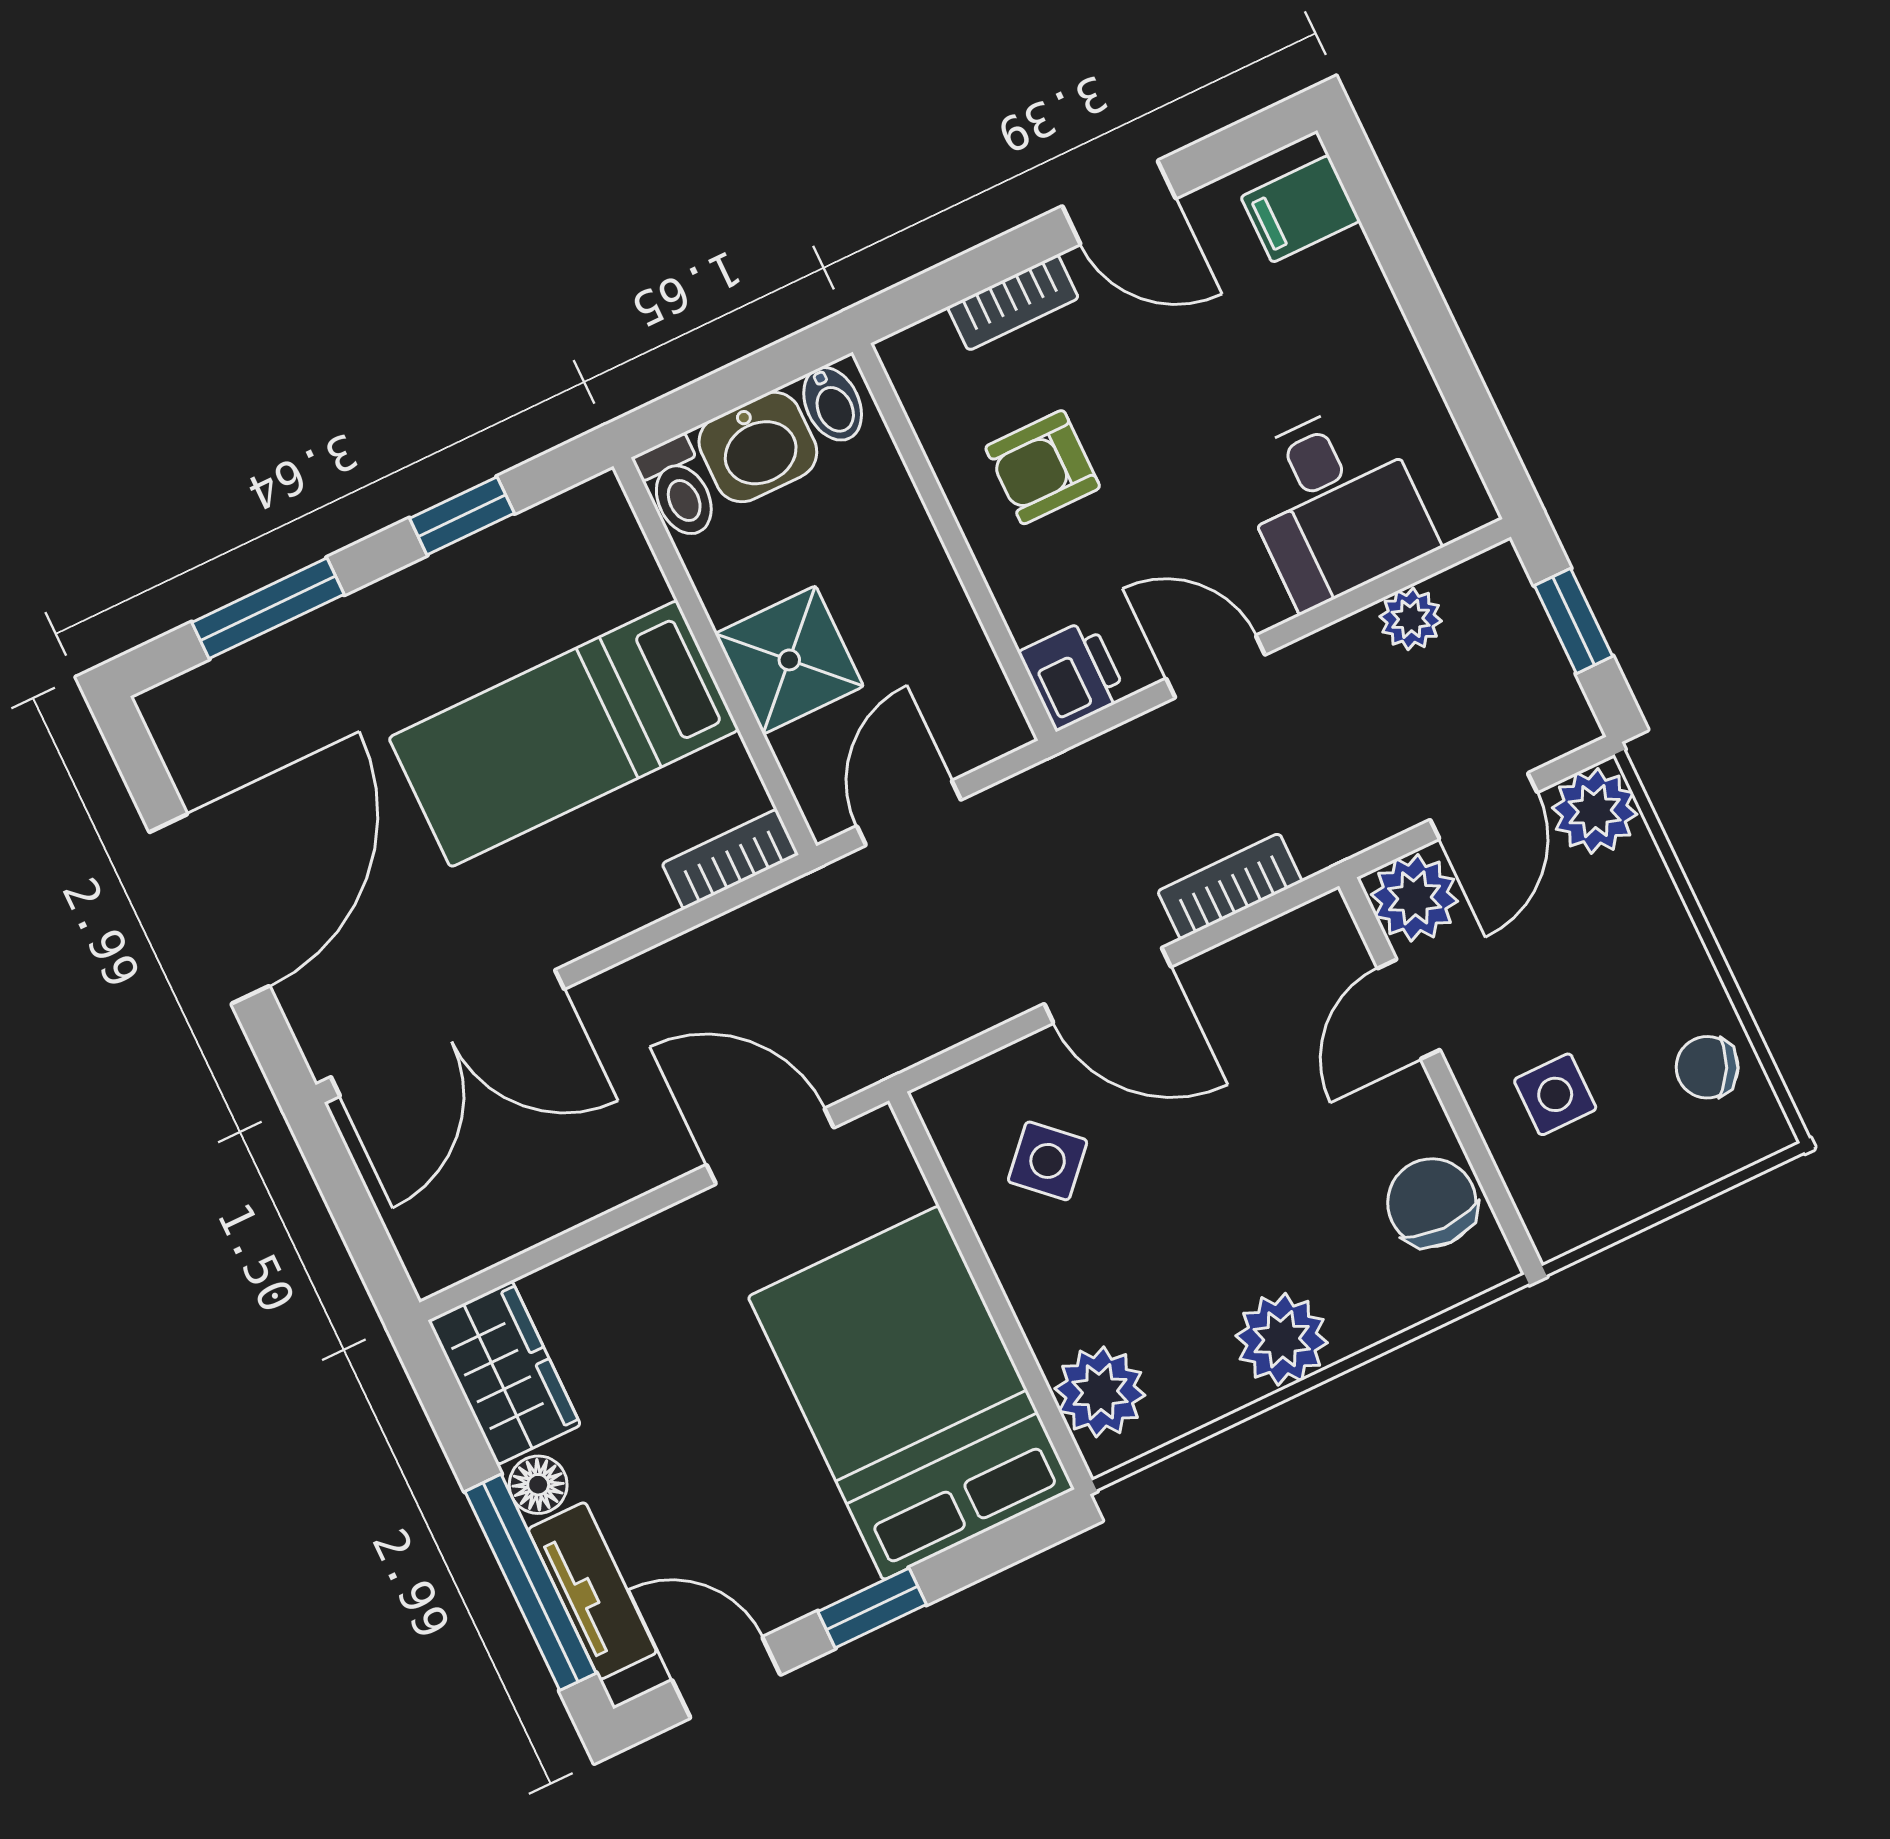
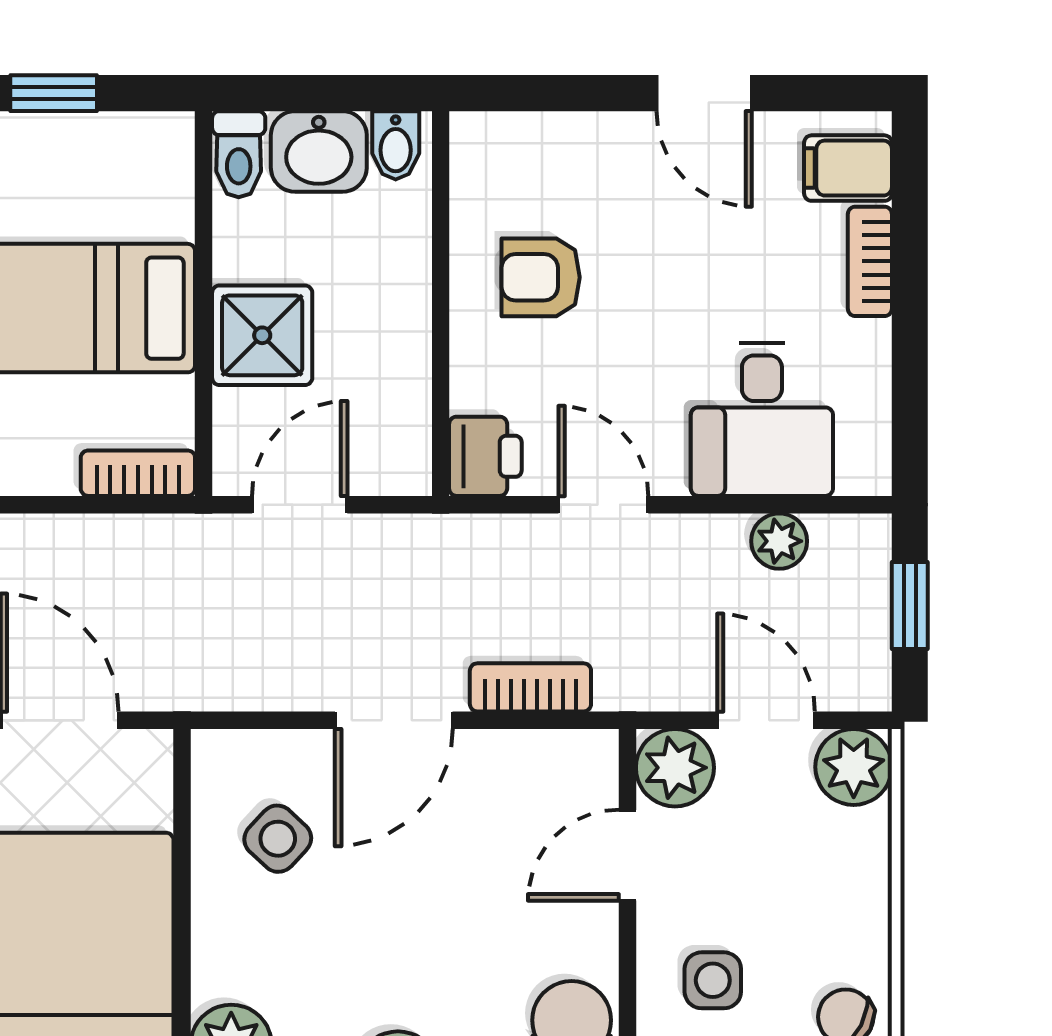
bookcase: (1013, 302) -> (870, 261), moved, turned 90
door: (1484, 806) -> (766, 720), swing flipped
door: (1108, 985) -> (394, 720), hinge flipped

